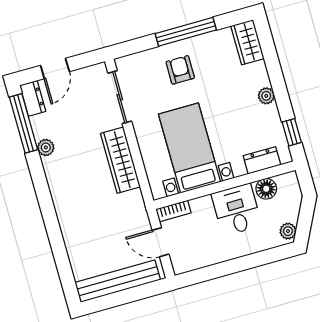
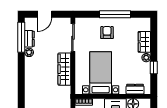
wardrobe: (247, 42) -> (144, 42), moved
dresser: (33, 98) -> (29, 39), moved
window: (292, 132) -> (154, 68), moved

